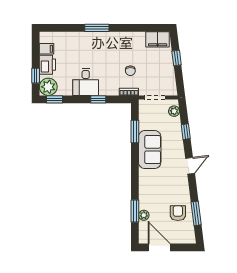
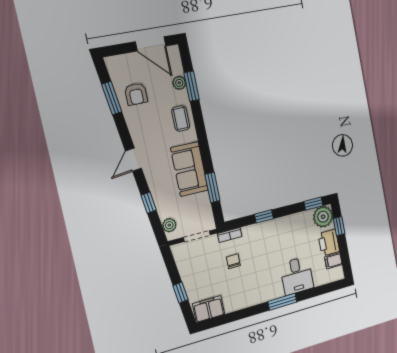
desk: (86, 82) -> (297, 276), moved, turned 180
coffee table: (148, 189) -> (181, 118), added

